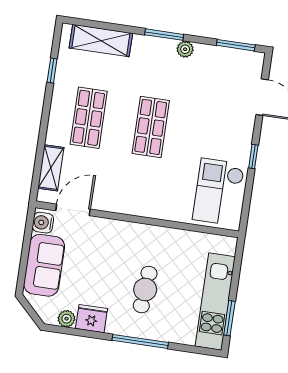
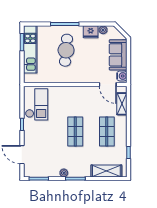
door: (73, 210) -> (108, 85), hinge flipped
cafe table: (145, 290) -> (66, 50), width x1.37, depth x1.35

